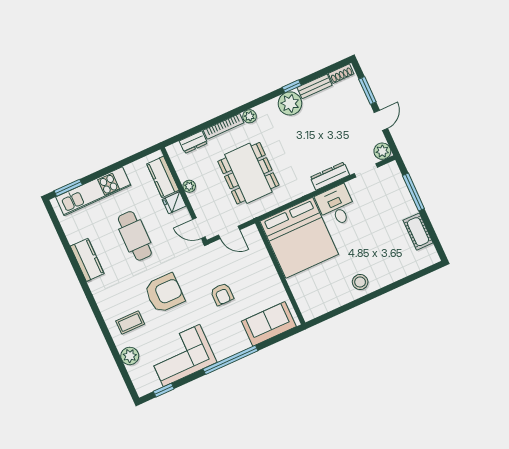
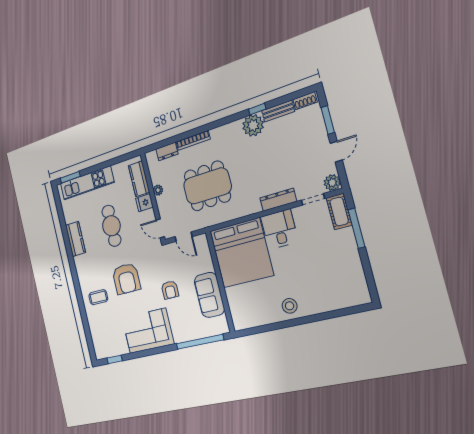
plant: (250, 116) -> (216, 134), removed
dining table: (248, 173) -> (207, 186), turned 90
cot: (418, 232) -> (339, 212), moved
armchair: (164, 293) -> (126, 279), turned 90
sofa: (269, 324) -> (209, 295), moved, turned -90
plant: (130, 356) -> (94, 325), removed
corner sofa: (182, 356) -> (148, 331), moved
window: (230, 360) -> (200, 342), moved

